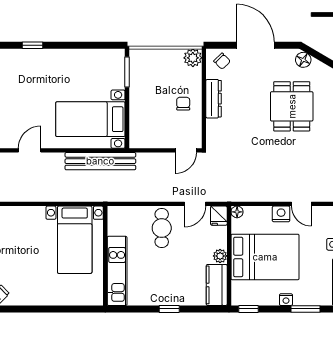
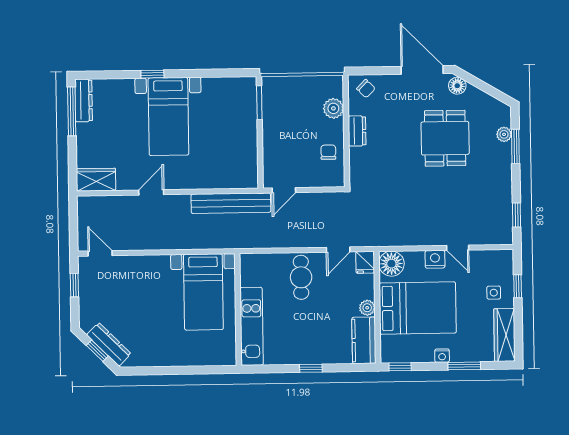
door: (255, 45) -> (422, 70), moved
plant: (193, 58) -> (333, 108), moved
dresser: (214, 99) -> (357, 131), width x0.70
chair: (183, 104) -> (328, 152), moved
bed with nightstands: (90, 119) -> (168, 117), moved, turned -90
door: (186, 150) -> (284, 190), moved
floor lamp: (237, 212) -> (391, 264), width x1.89, depth x1.89

